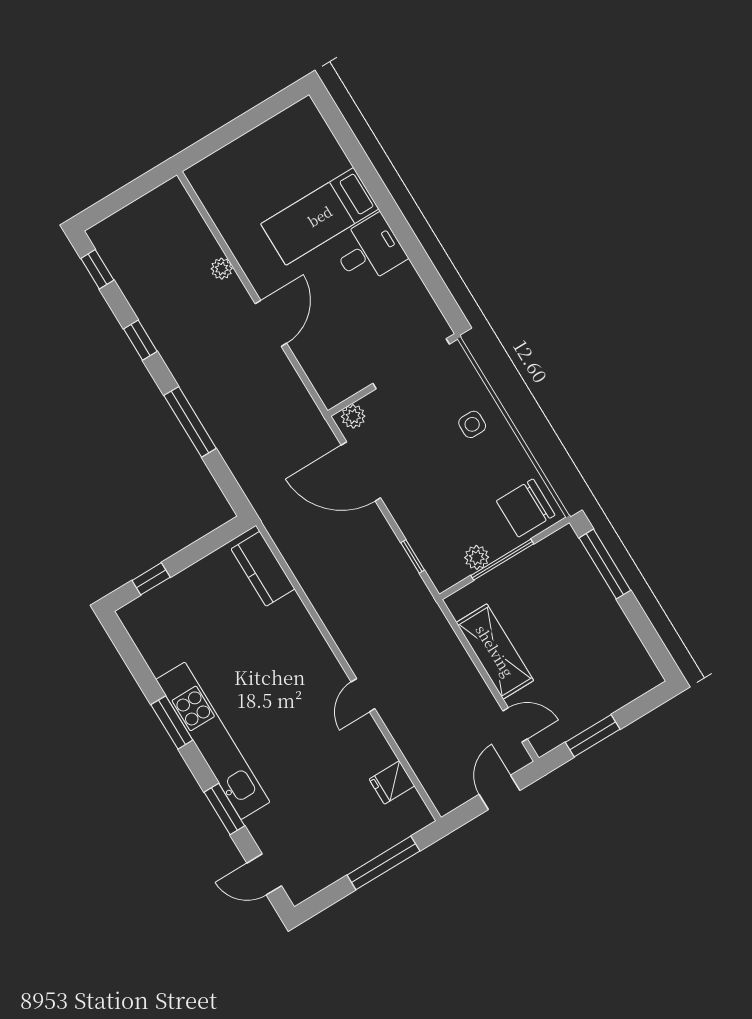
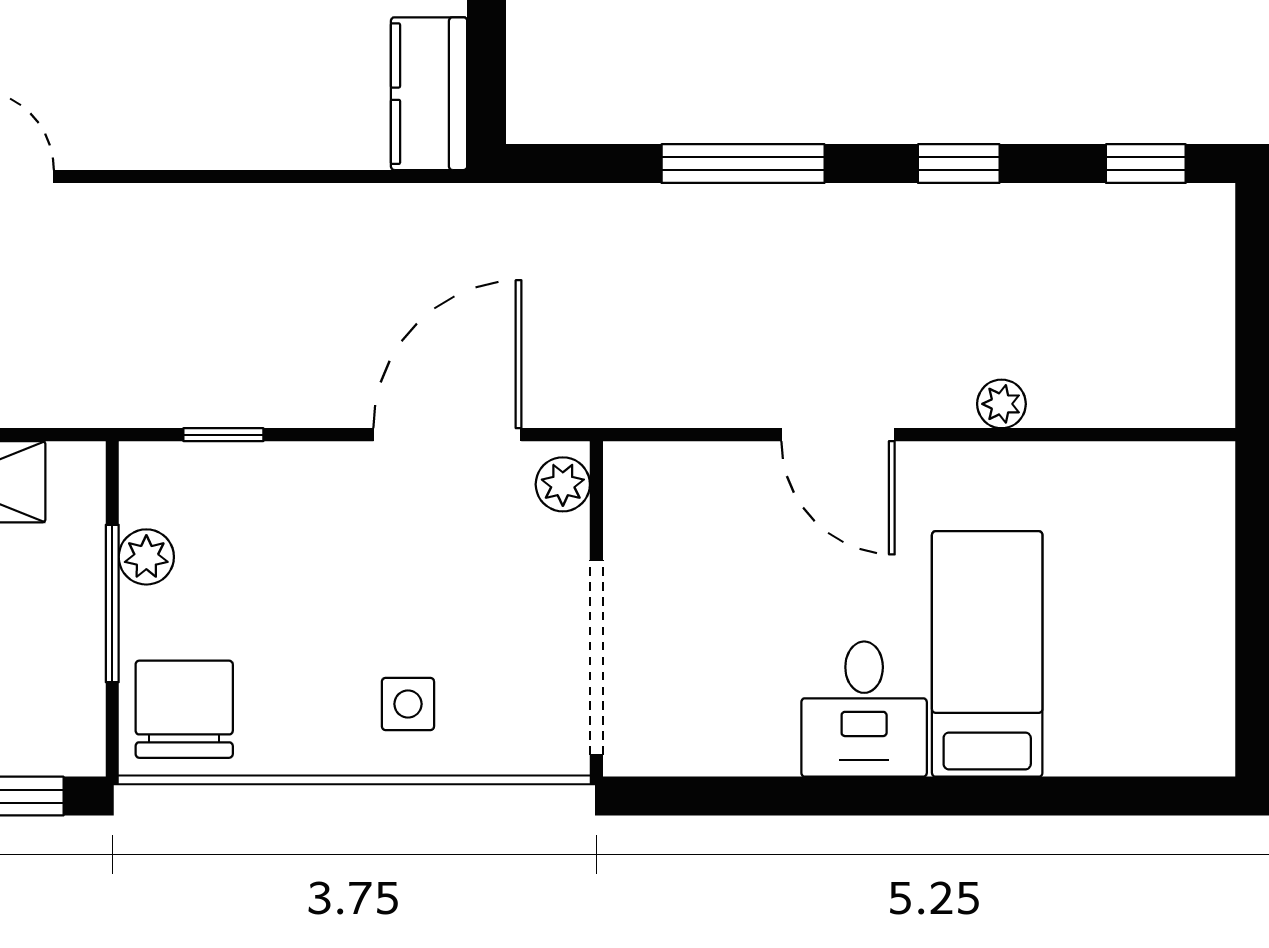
kitchen counter: (263, 569) -> (429, 94), moved, turned -90

